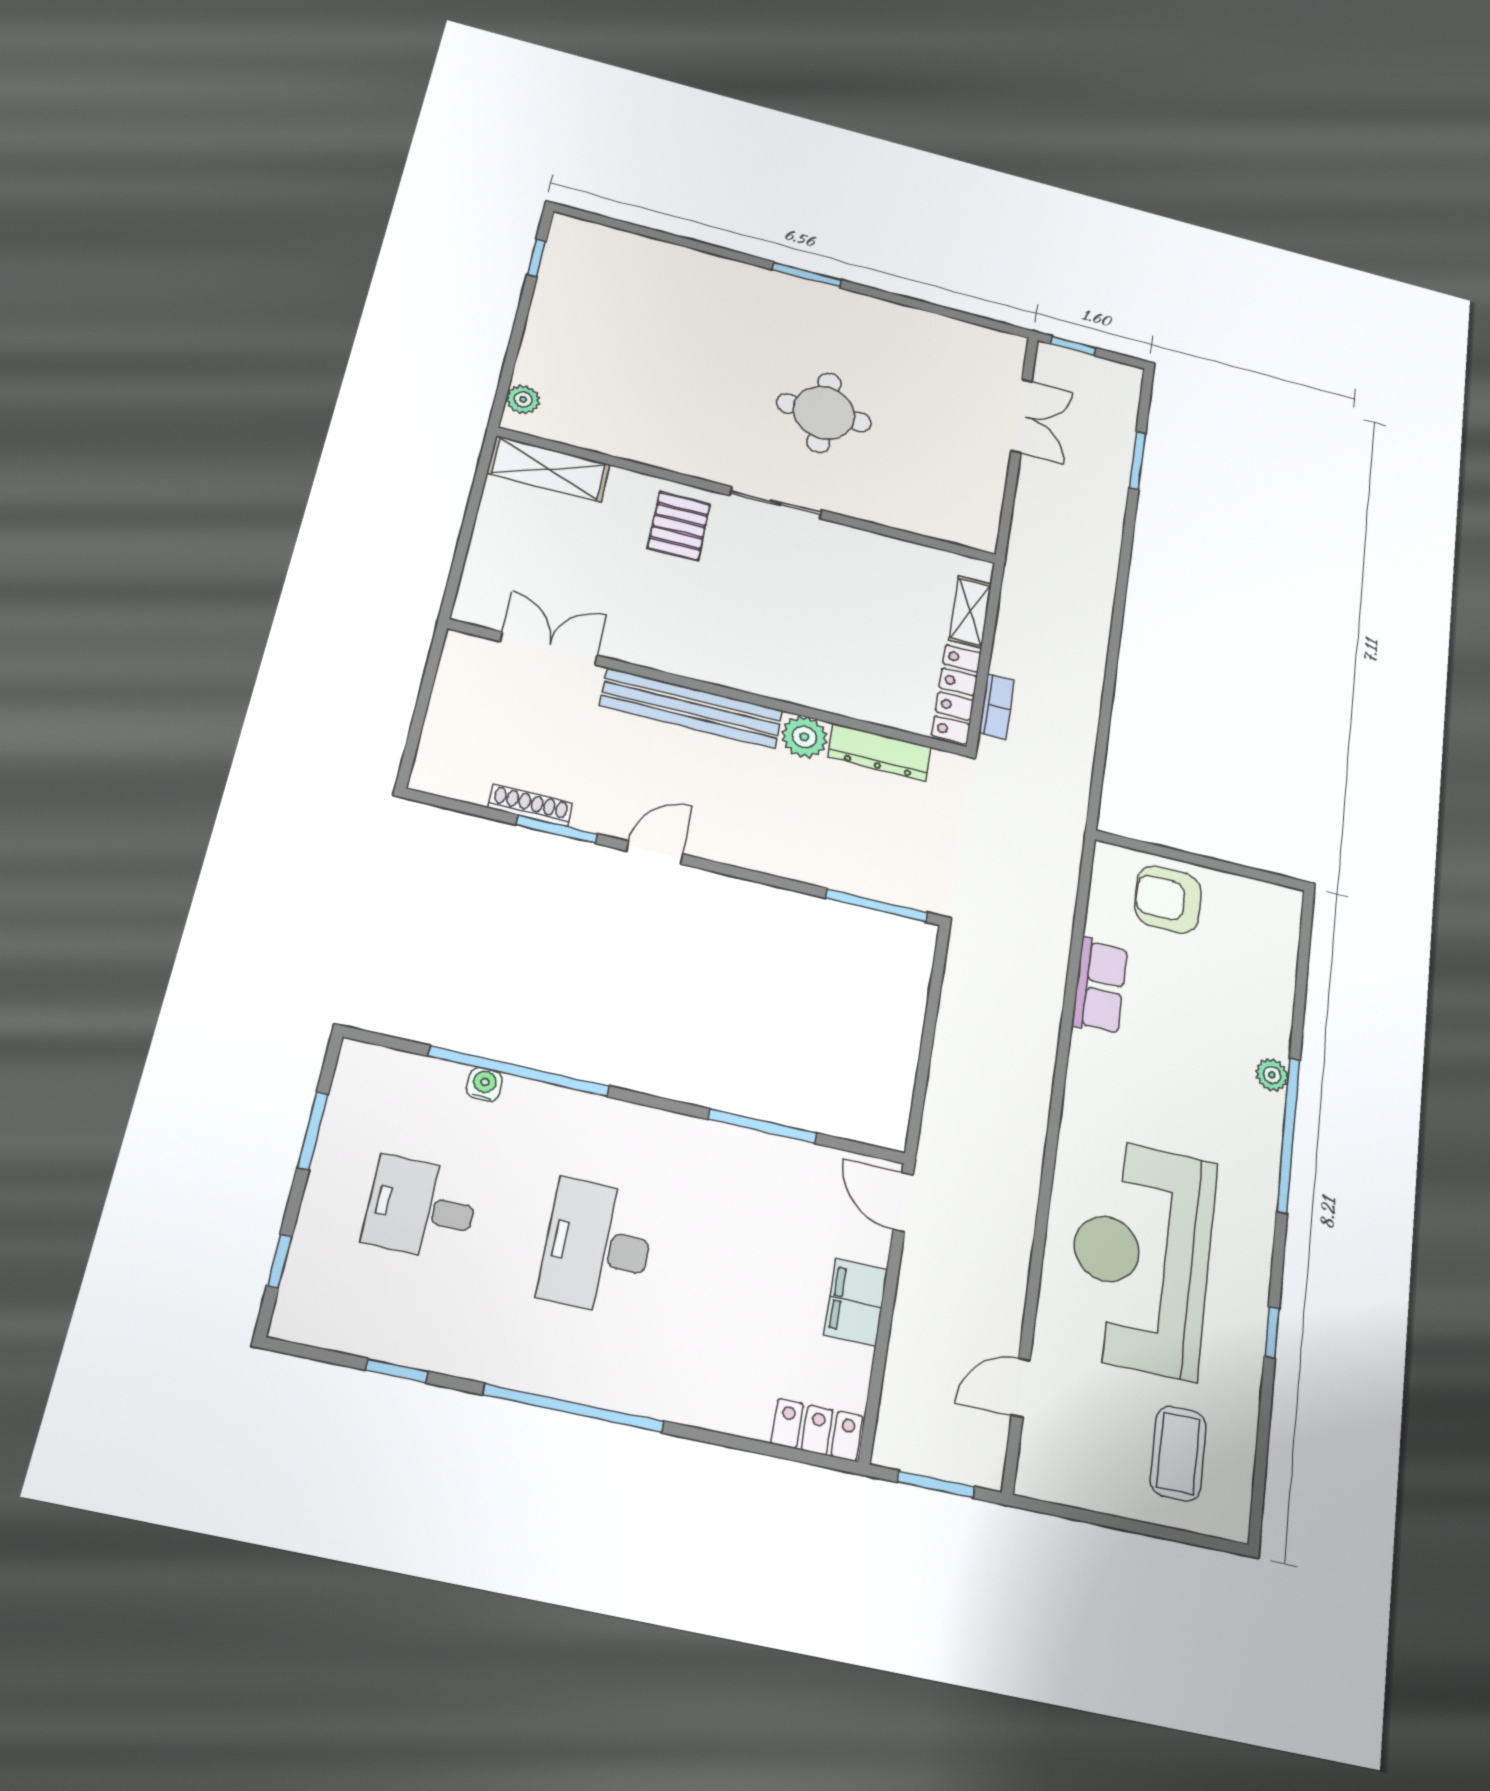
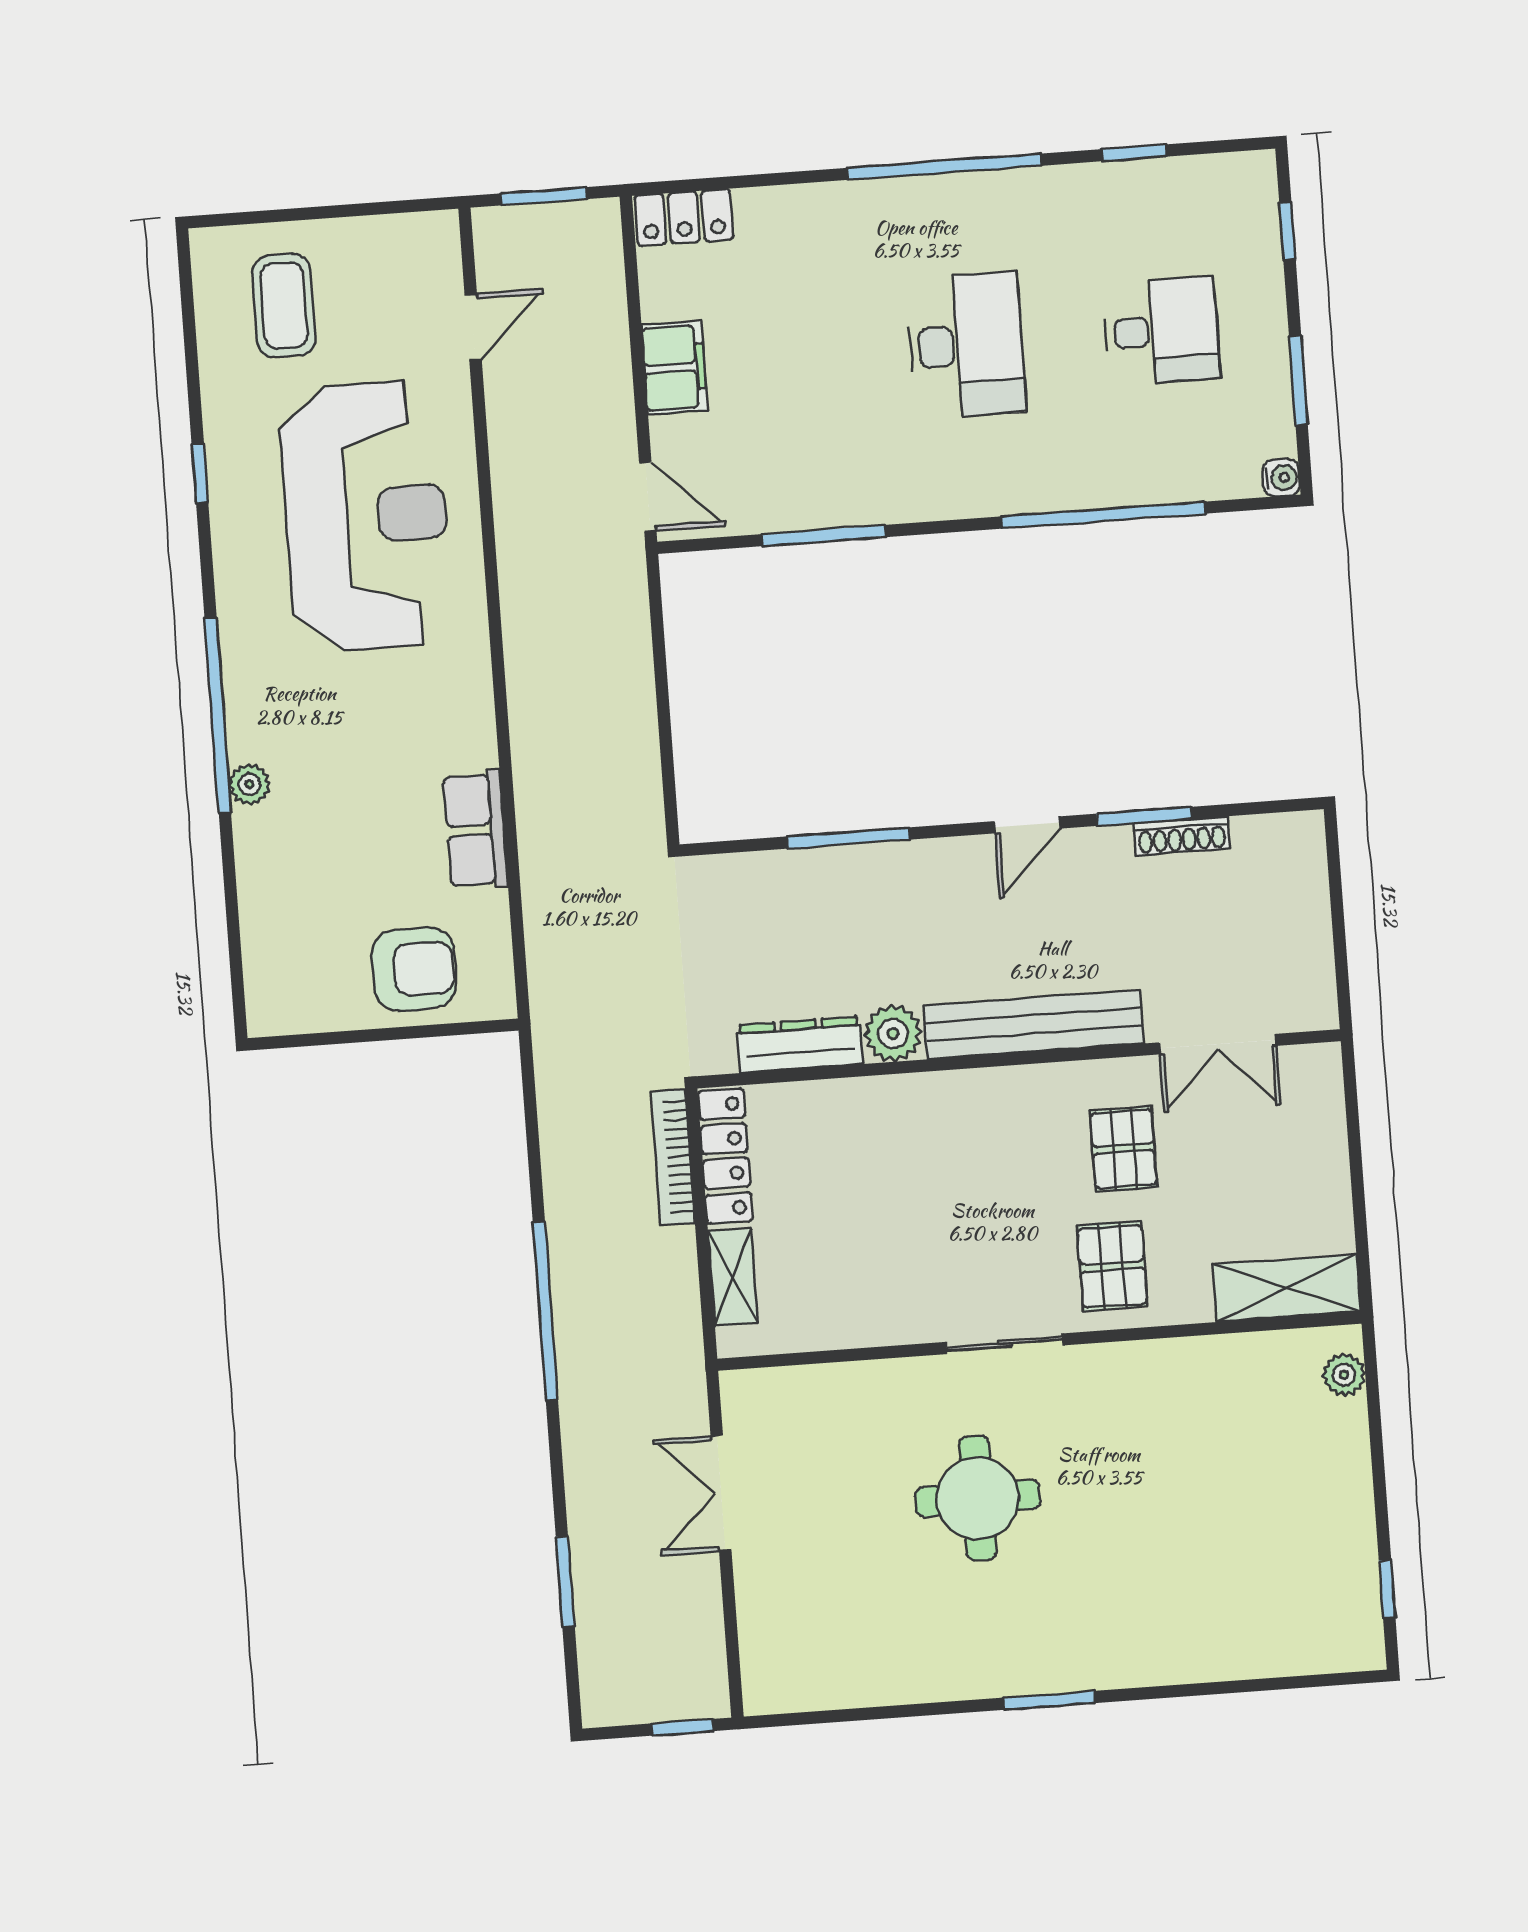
double door: (1021, 416) -> (721, 1493), moved
pallet: (646, 601) -> (1124, 1149), added
window: (1115, 635) -> (545, 1311), added
bookcase: (996, 706) -> (673, 1157), width x1.56
window: (877, 905) -> (848, 838), moved
water cooler: (484, 1084) -> (1281, 478), moved, turned -90

